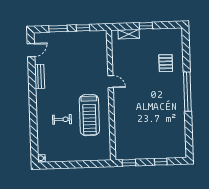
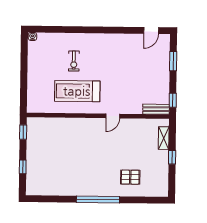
window: (83, 28) -> (173, 100), moved
door: (31, 50) -> (151, 30), hinge flipped
bench: (40, 76) -> (156, 109), moved

